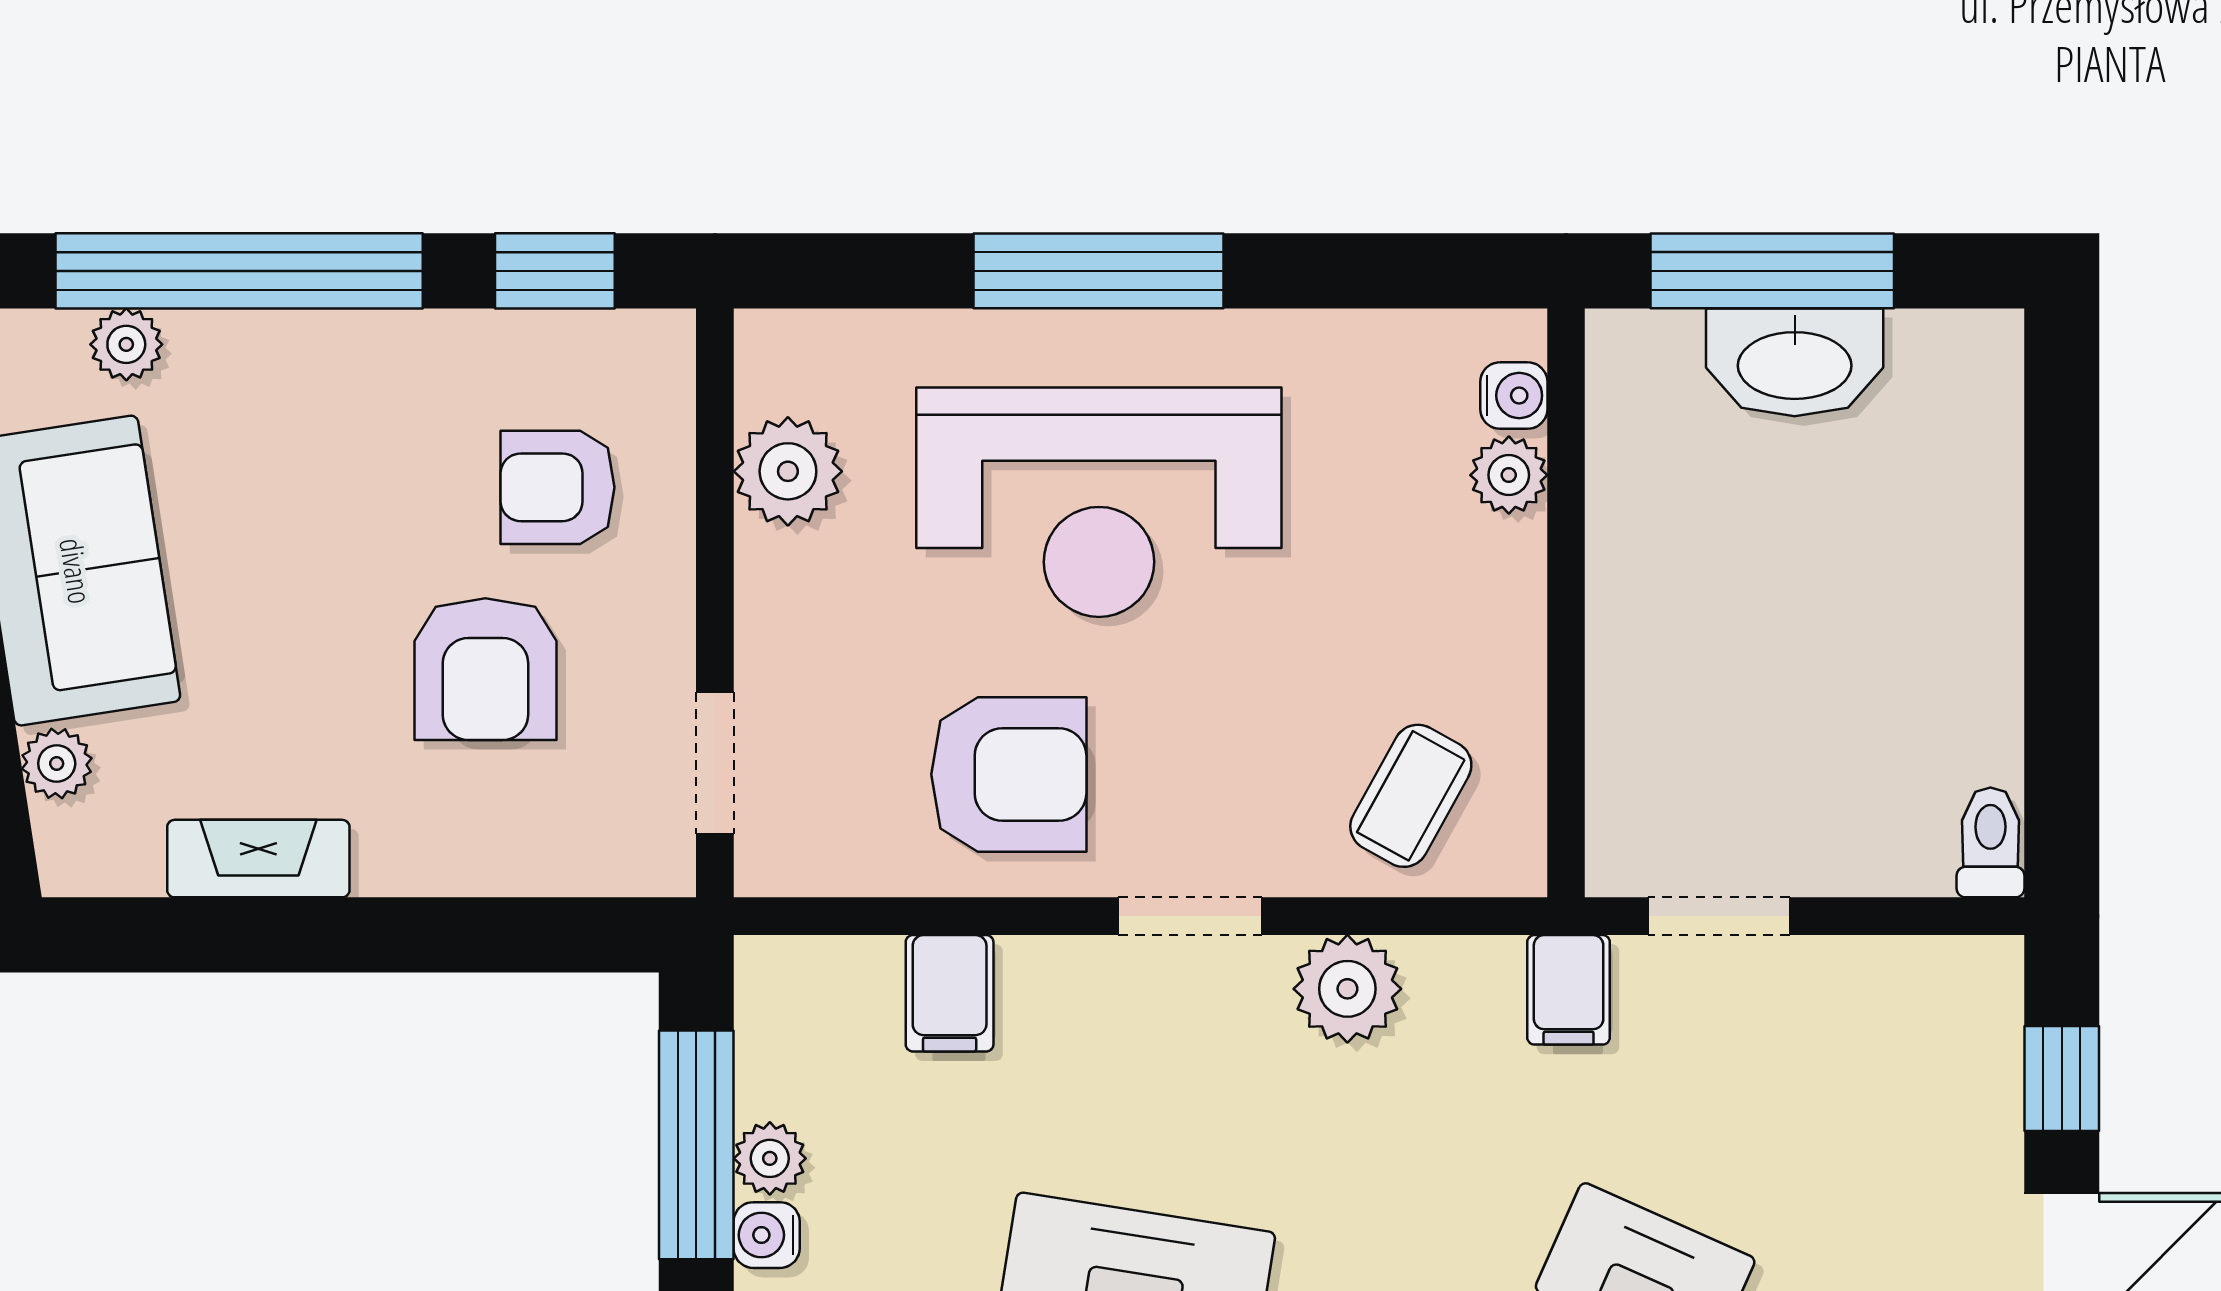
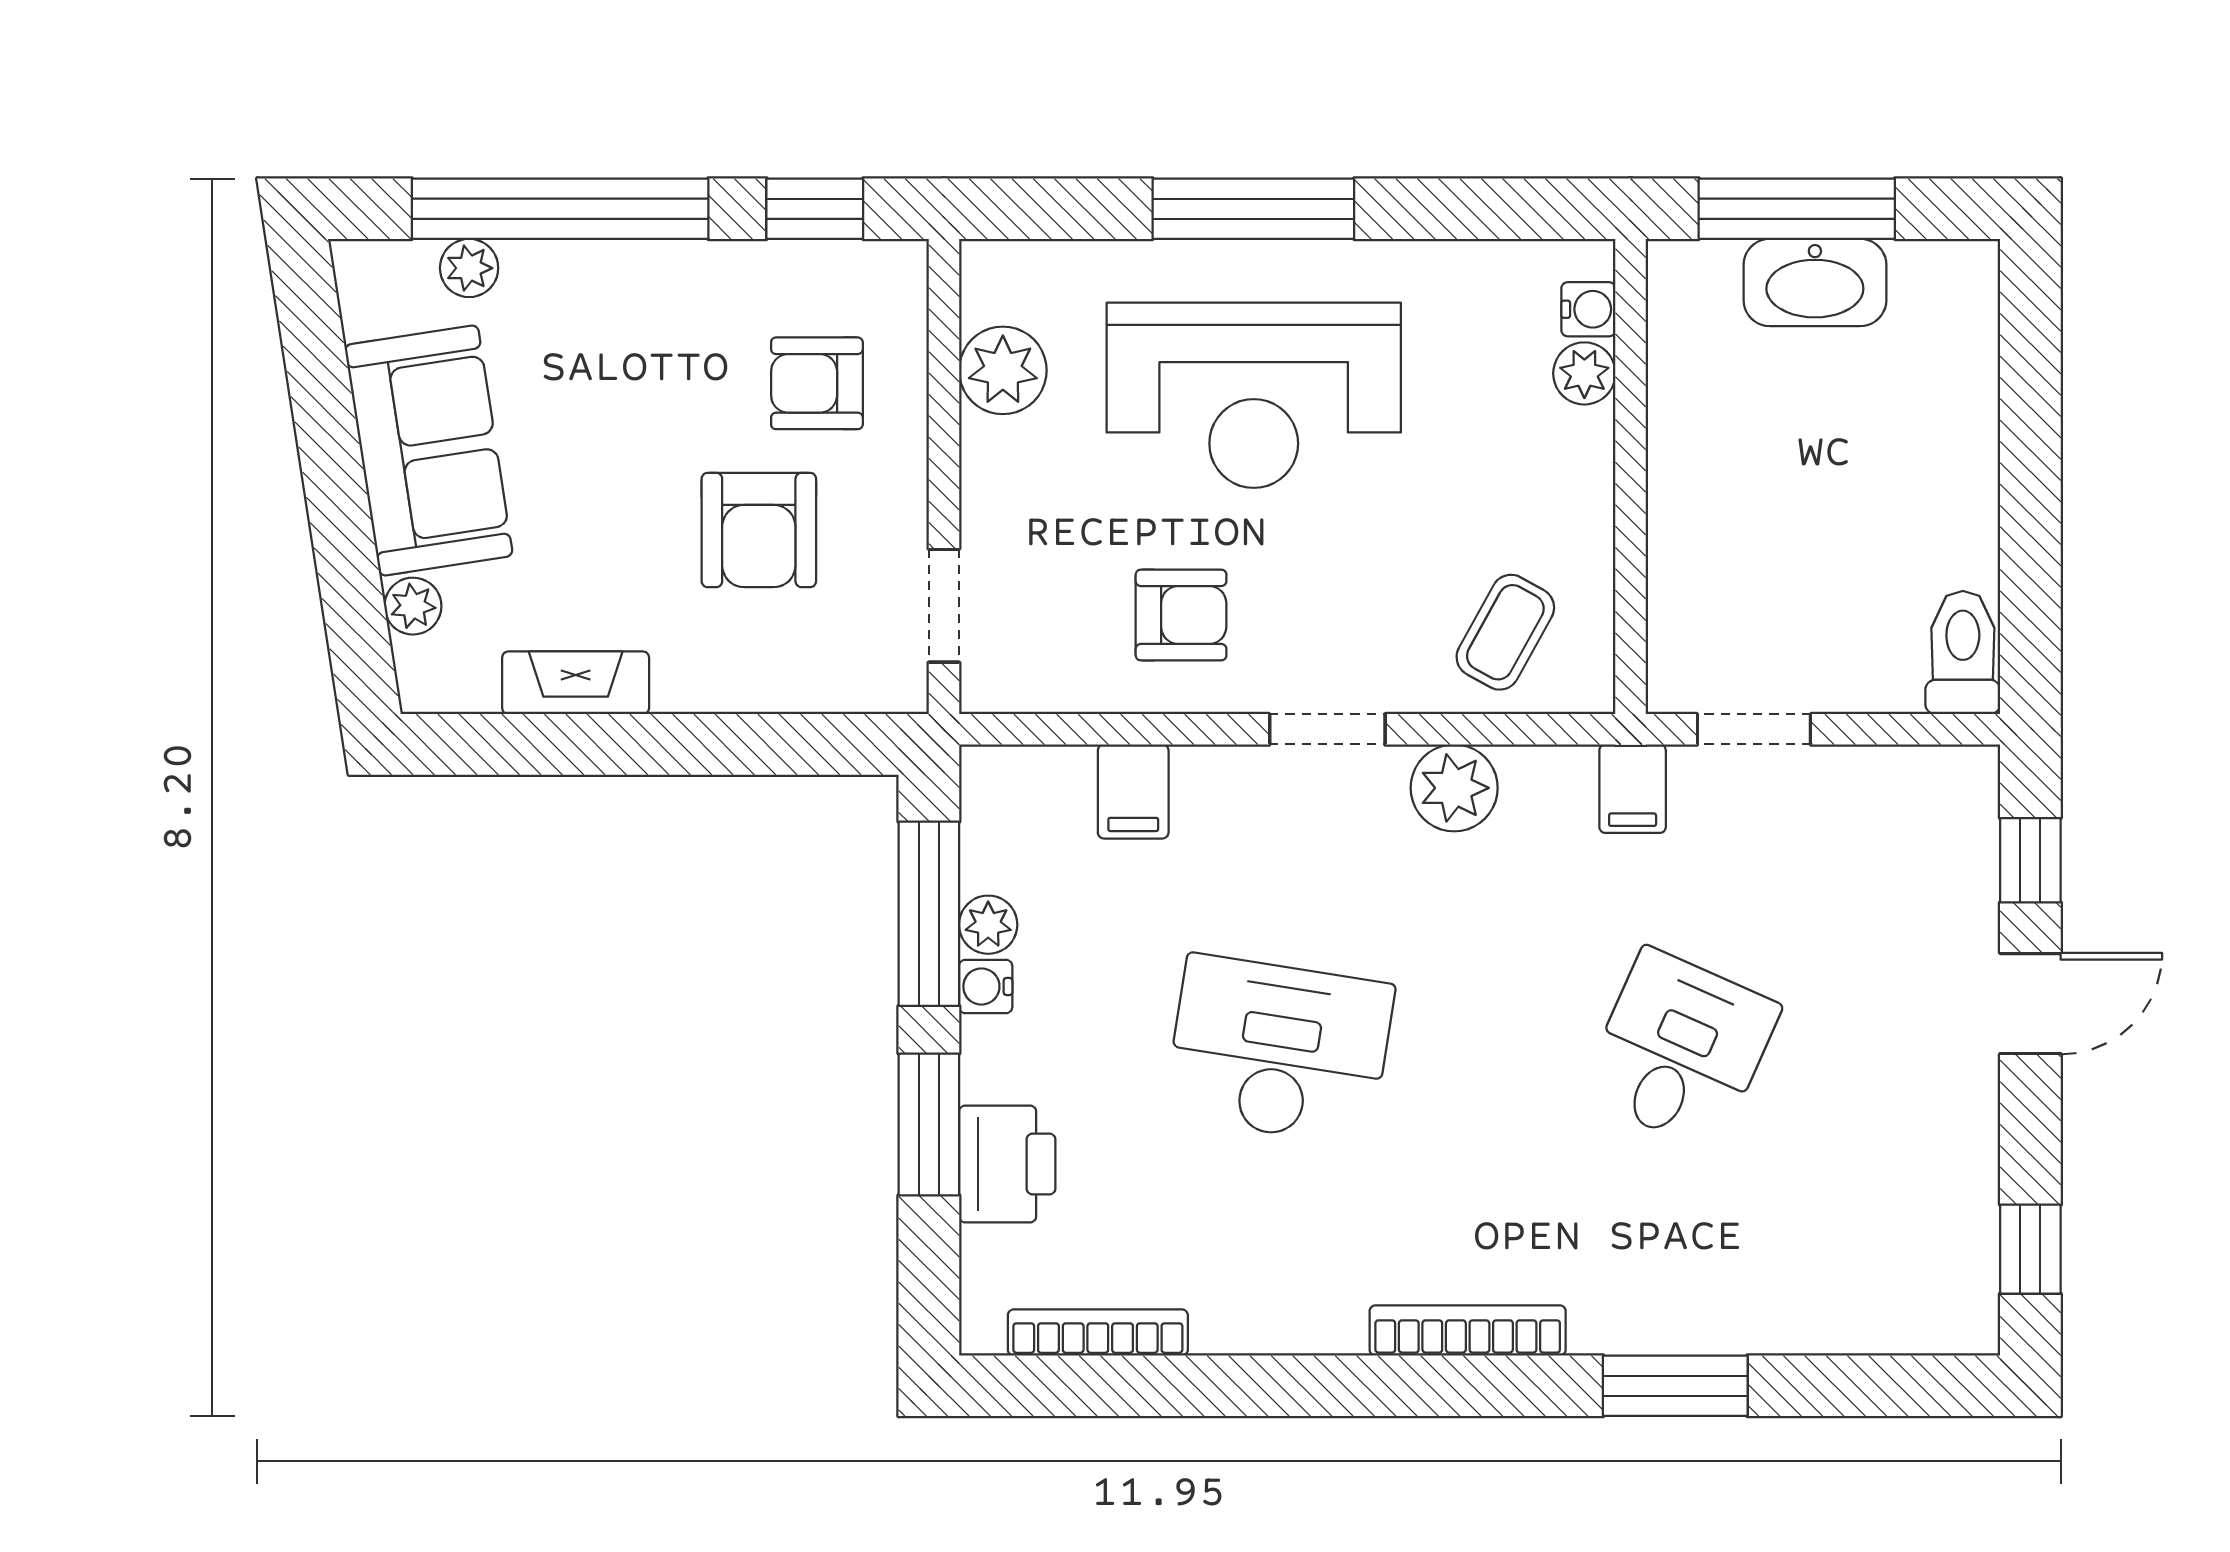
armchair: (1009, 774) -> (1181, 615), width x0.72, depth x0.72
toilet: (1990, 842) -> (1963, 653), width x1.37, depth x1.39

